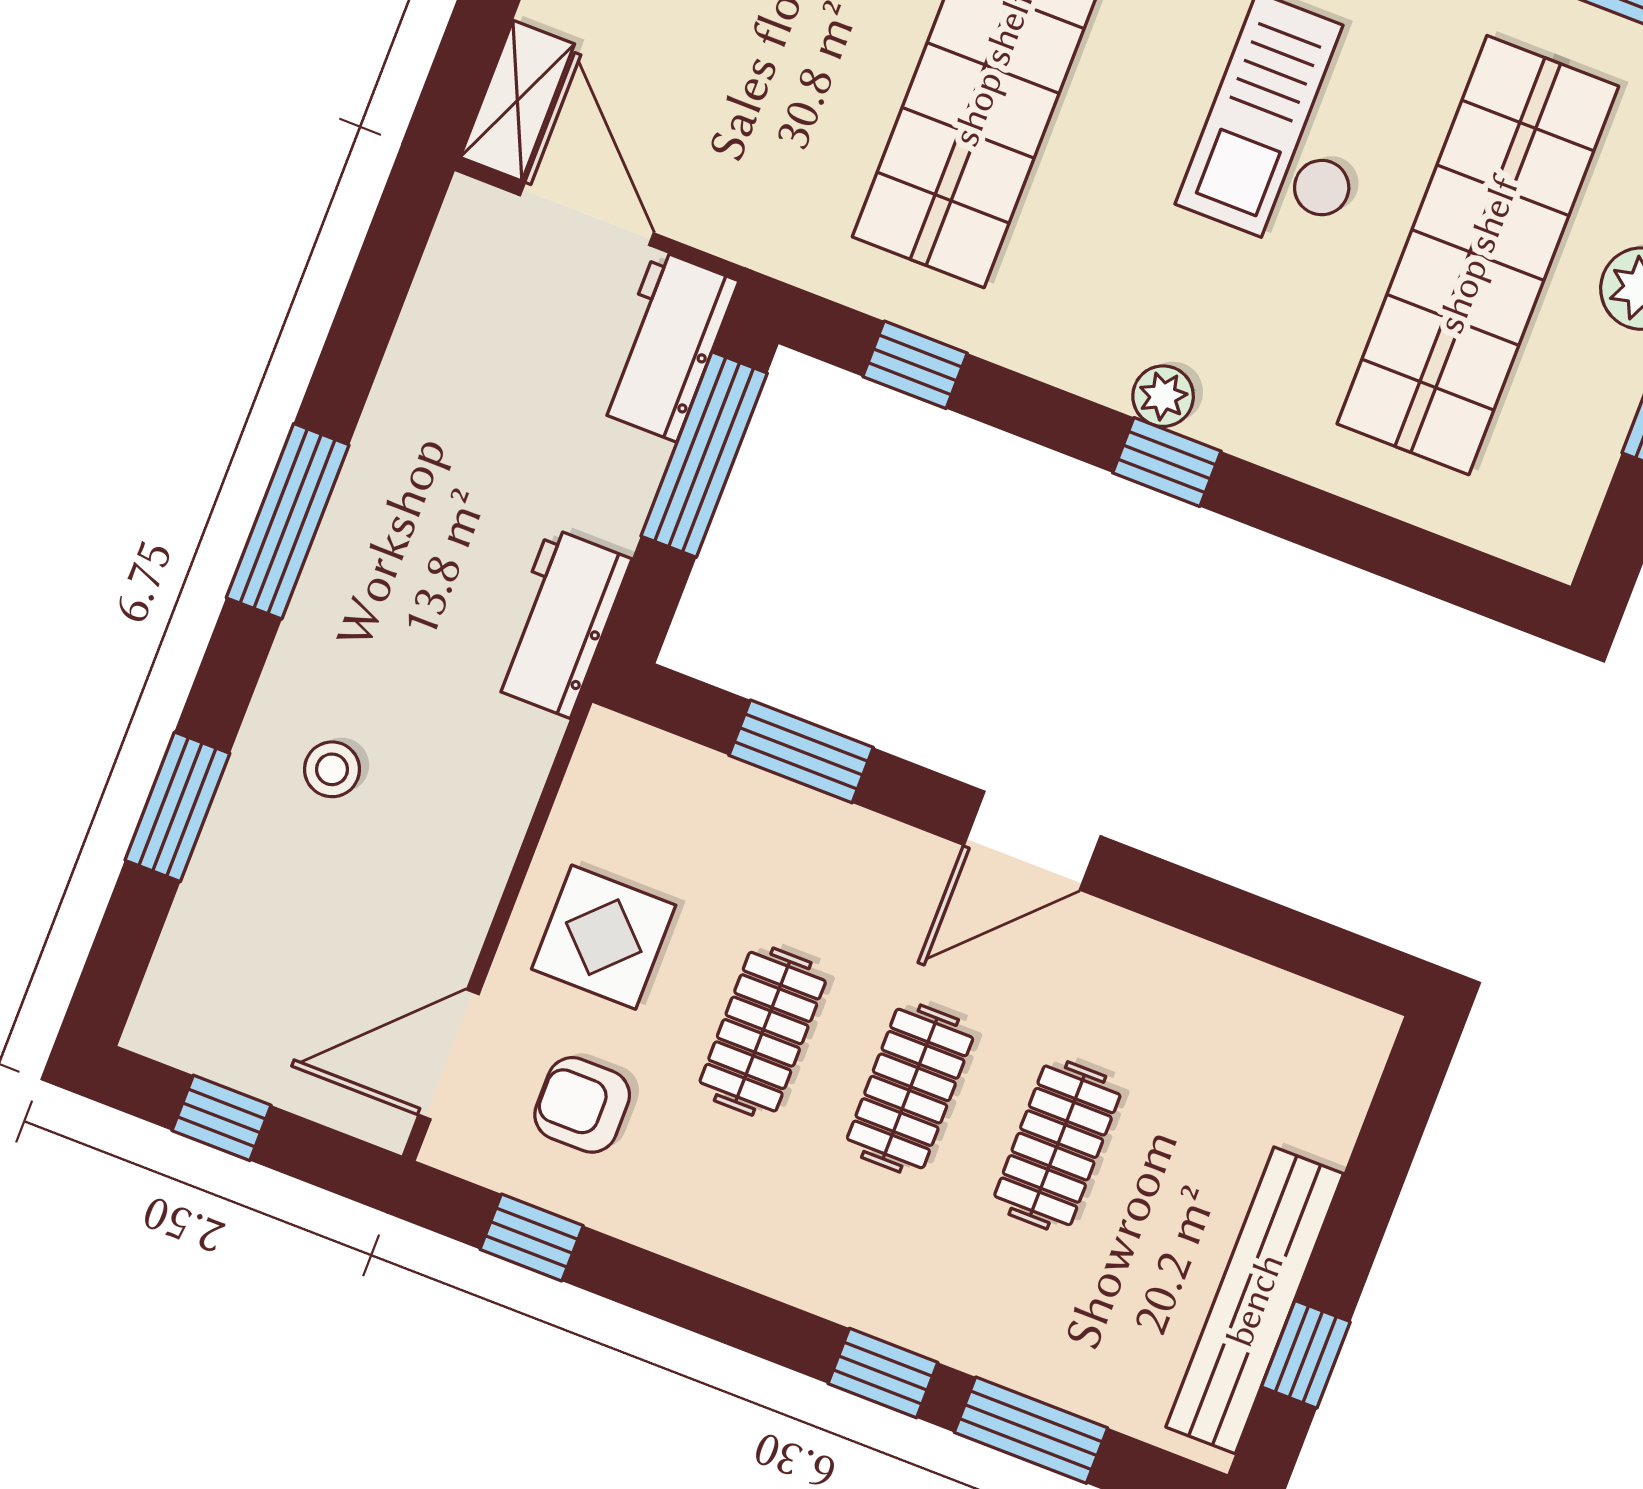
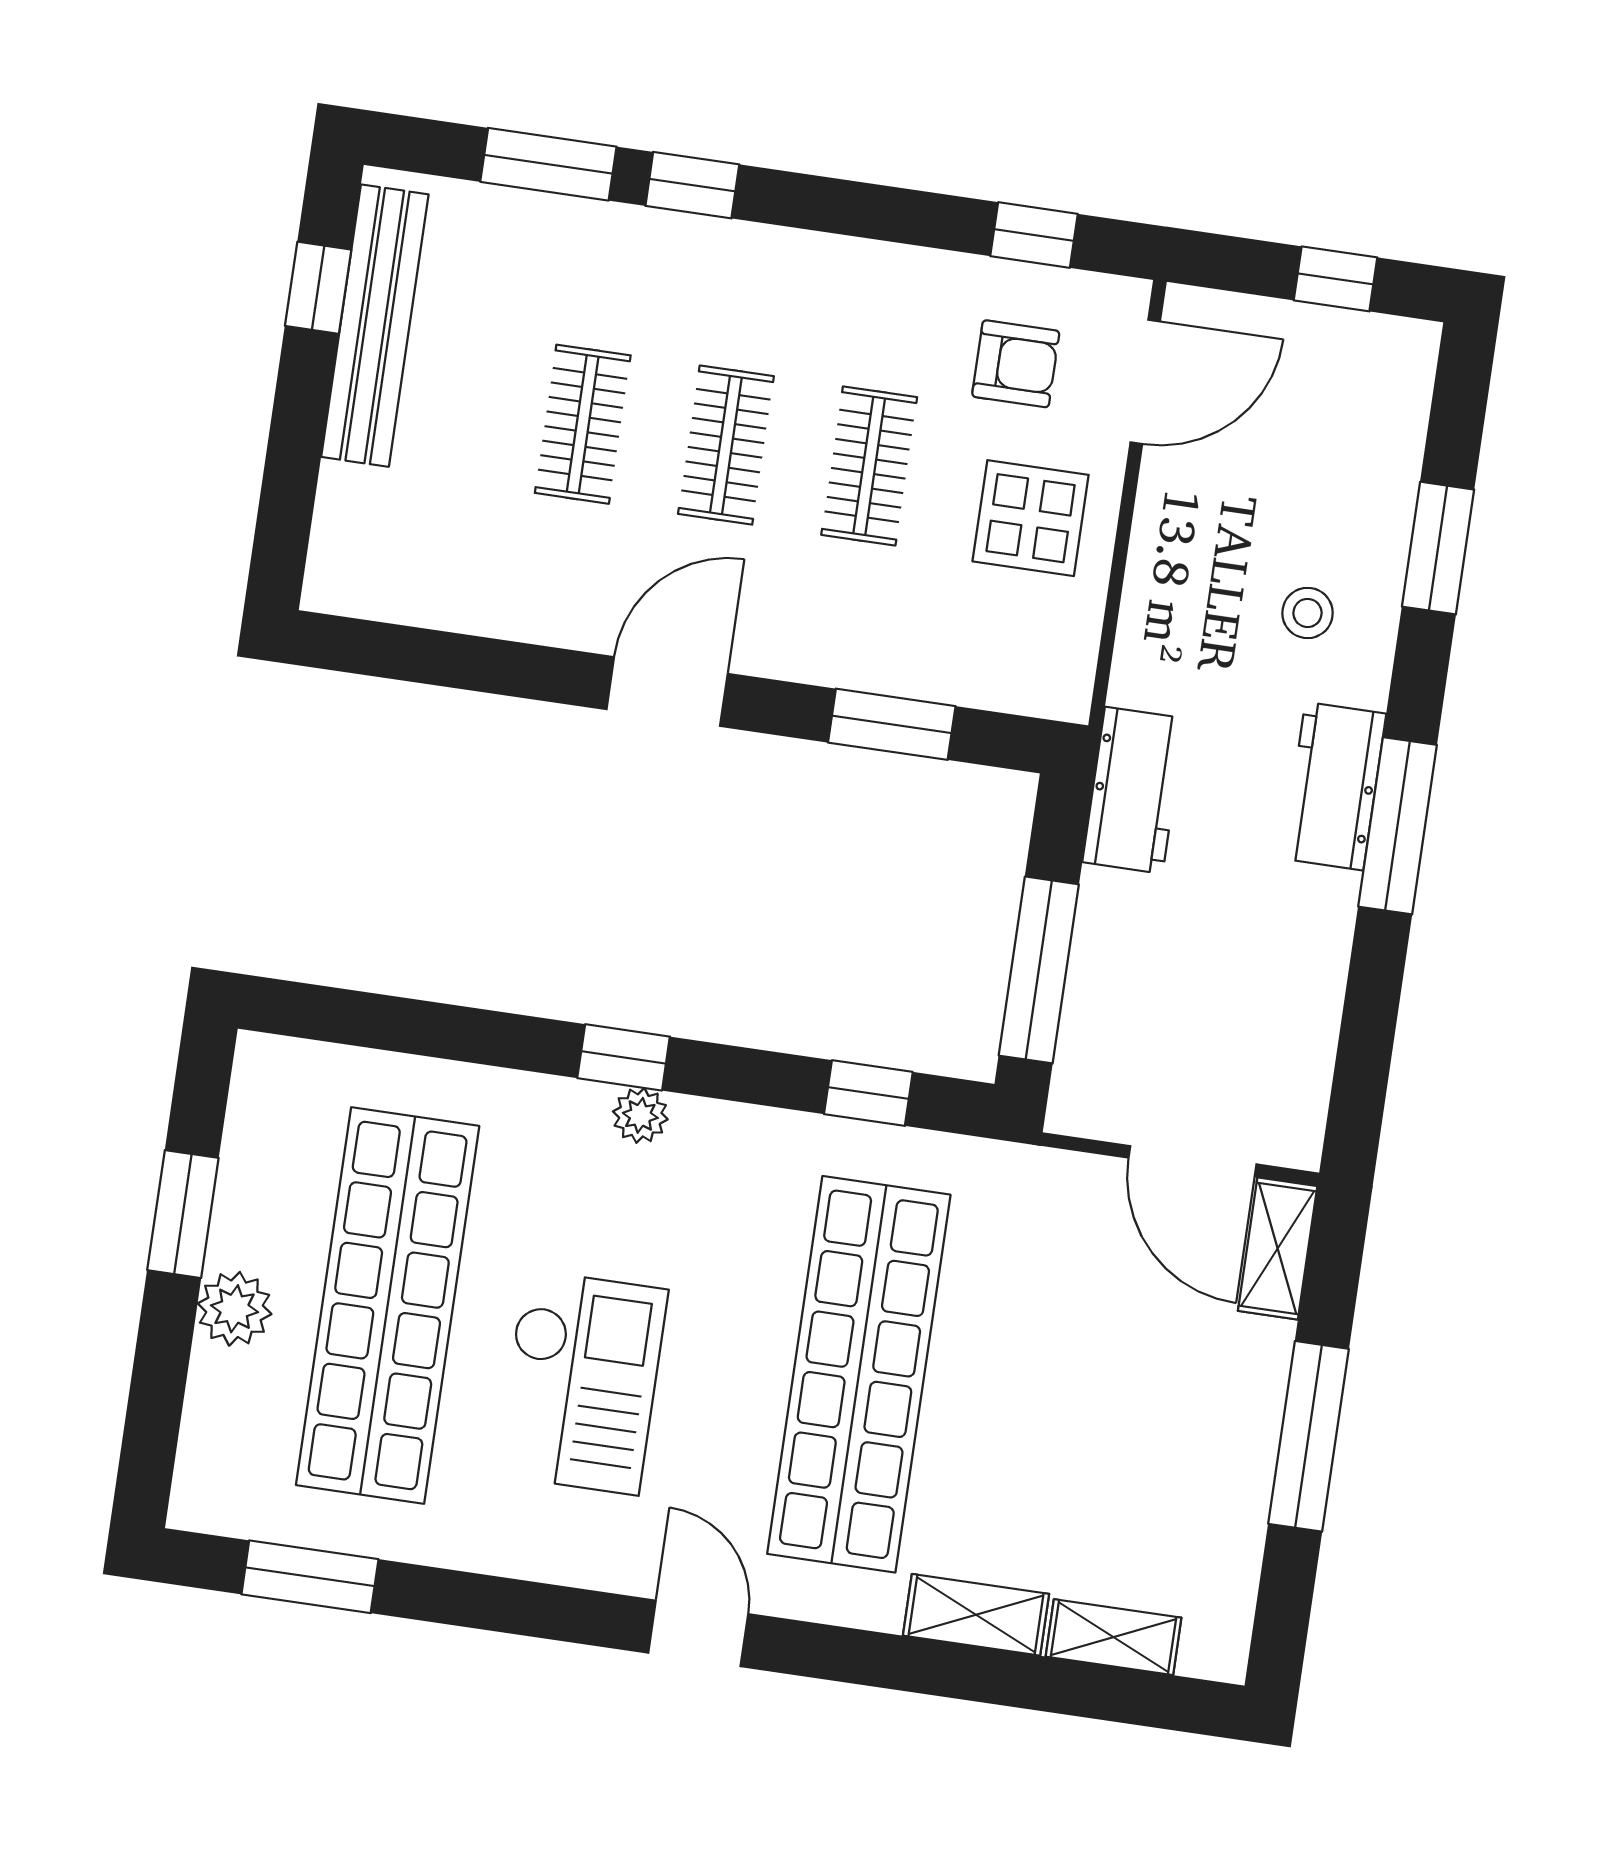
workbench: (666, 346) -> (1334, 786), moved, turned 180

